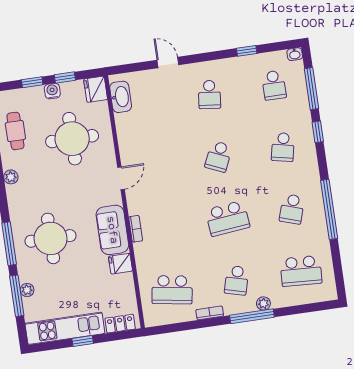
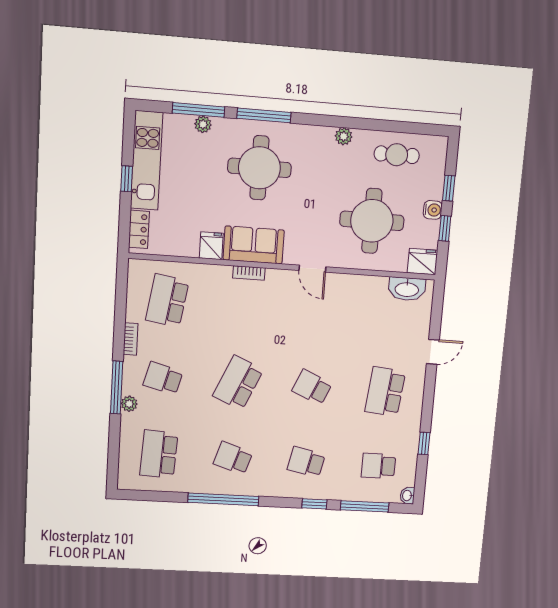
school desk: (209, 95) -> (385, 392), width x1.85
school desk: (228, 218) -> (238, 383), turned 30

